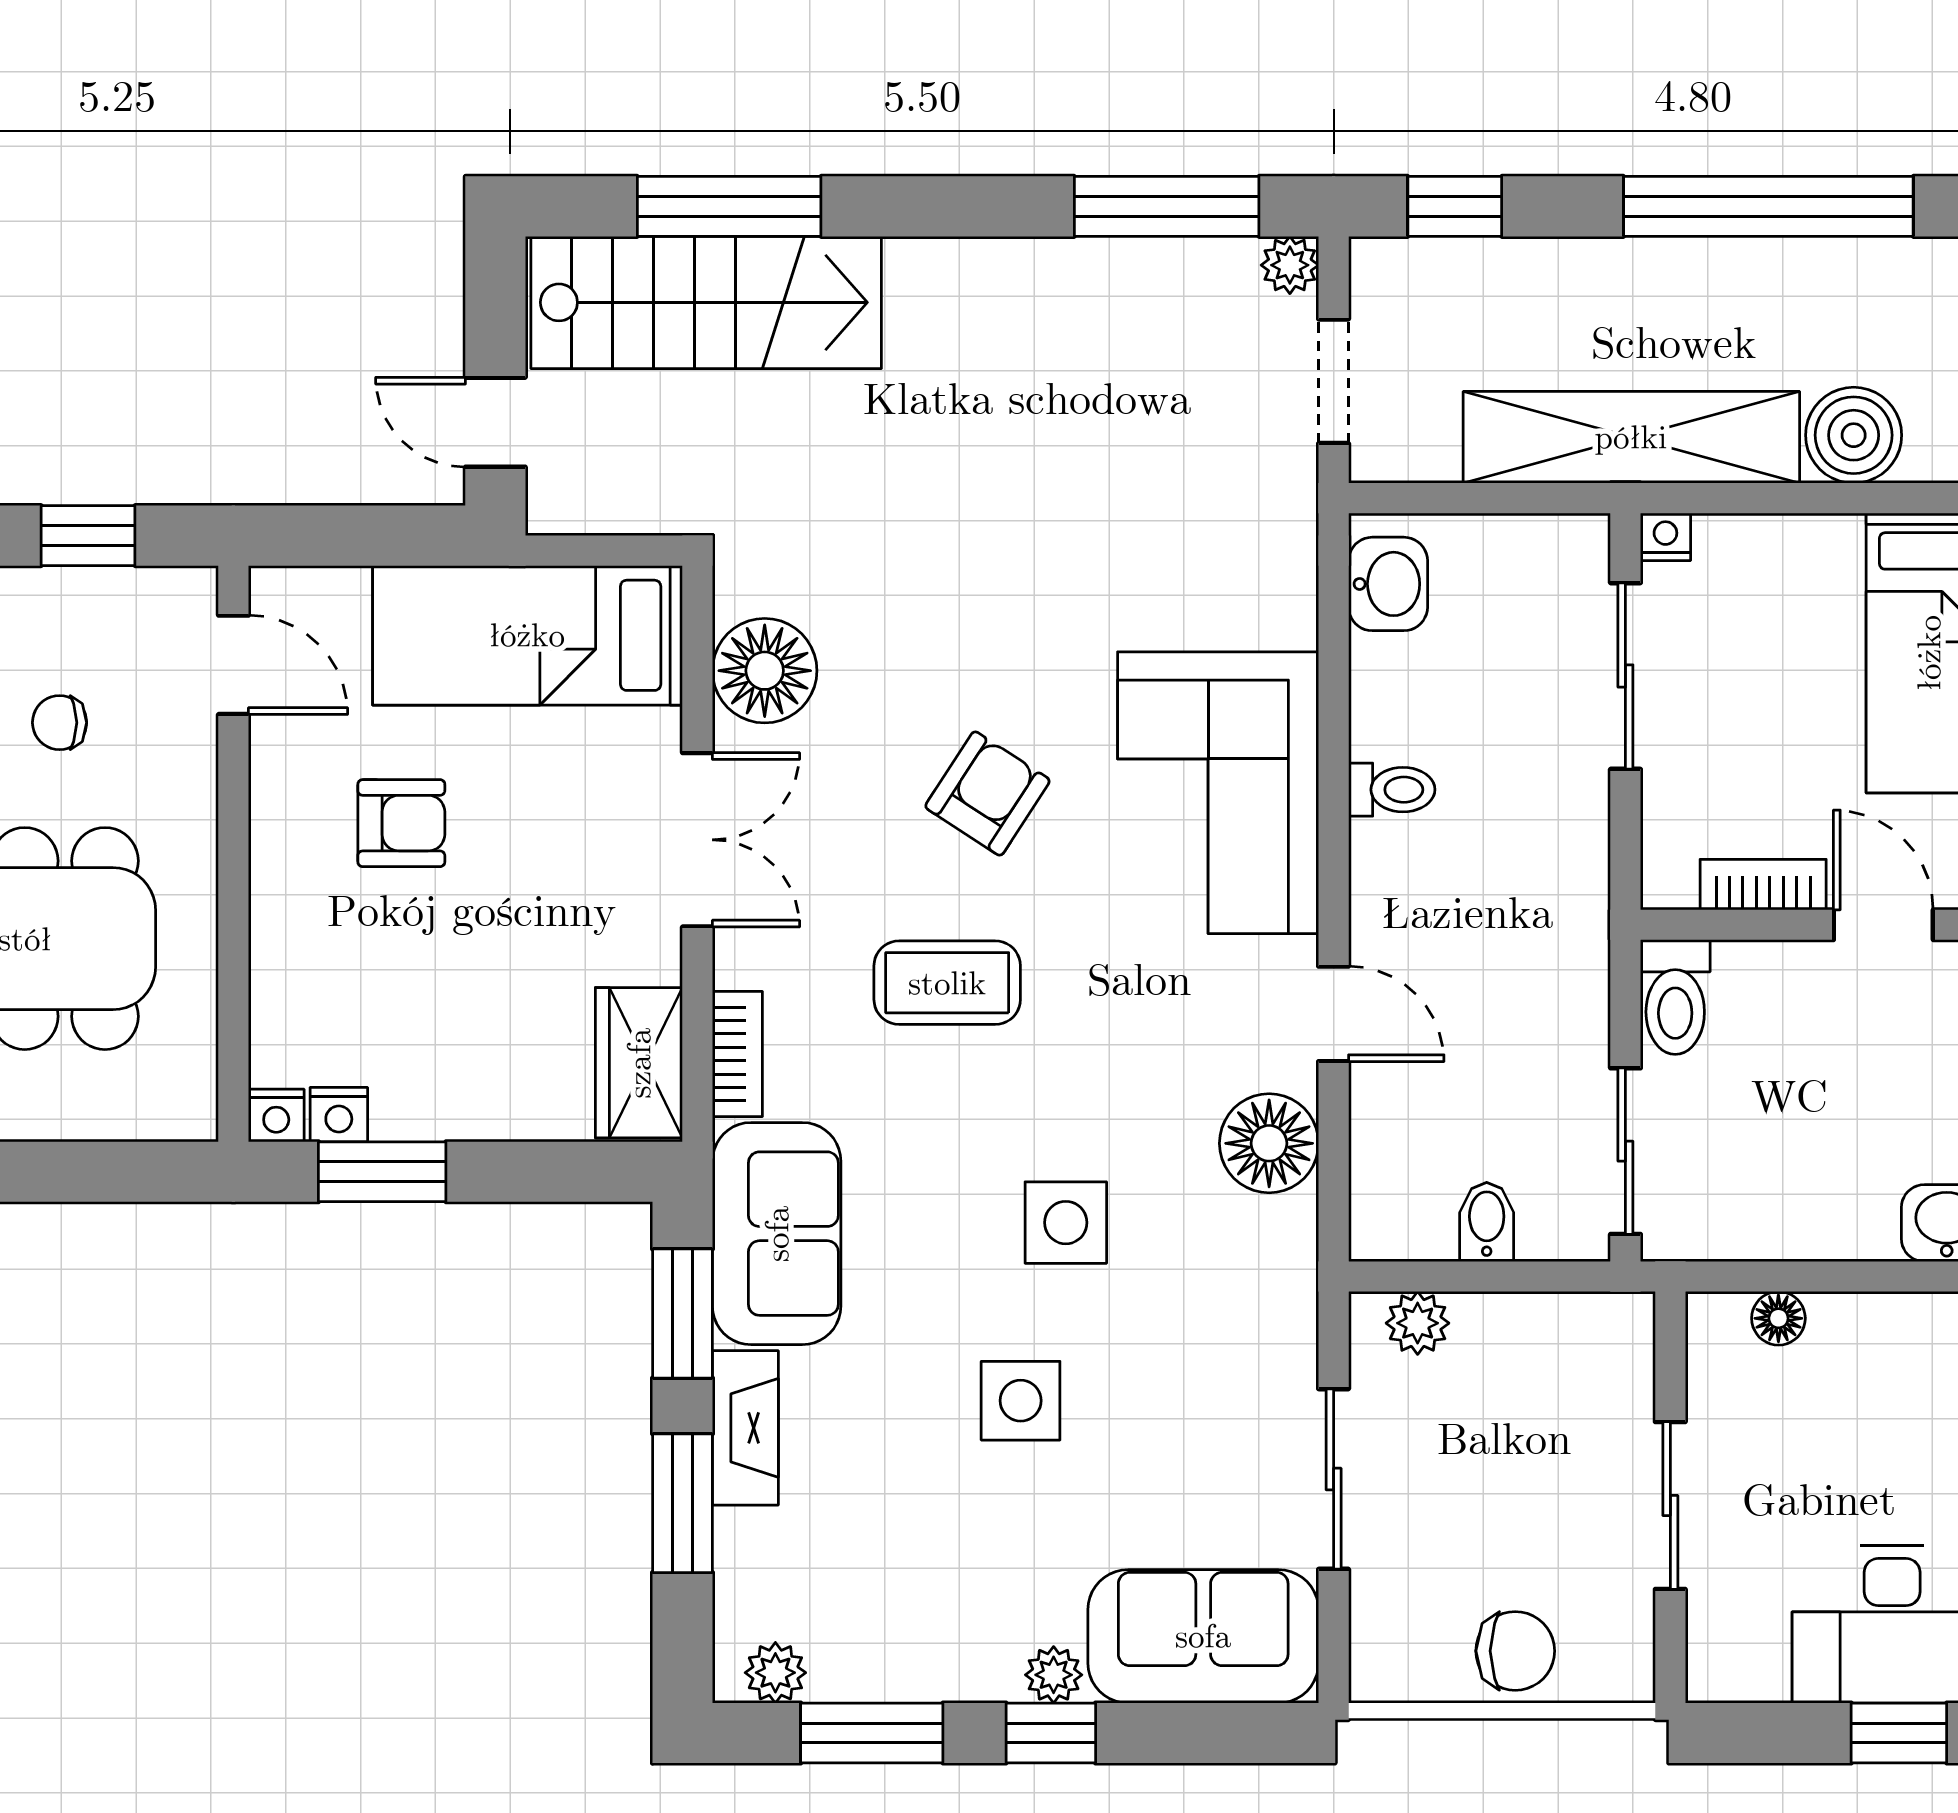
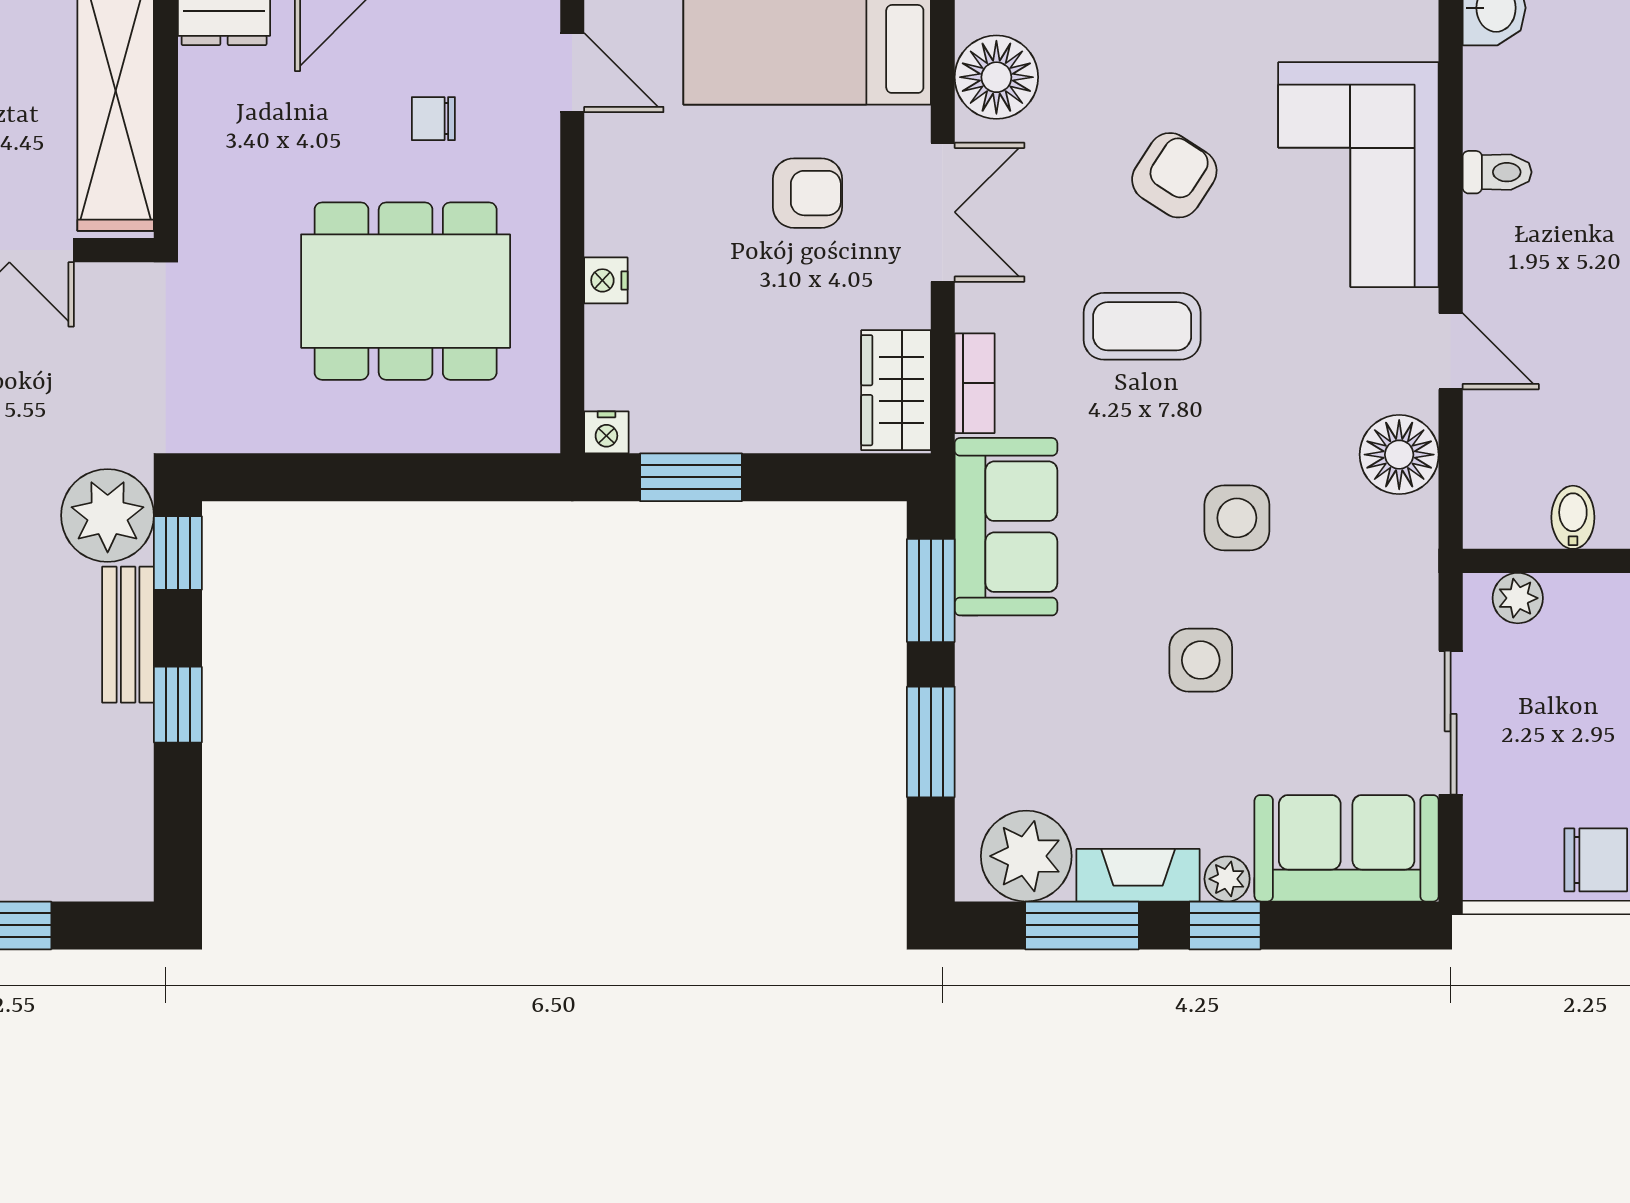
armchair: (401, 823) -> (808, 193), moved
nightstand: (339, 1115) -> (606, 280), moved, turned 90
fireplace: (745, 1428) -> (1138, 875), moved, turned -90
plant: (775, 1673) -> (1026, 856), width x1.87, depth x1.87

